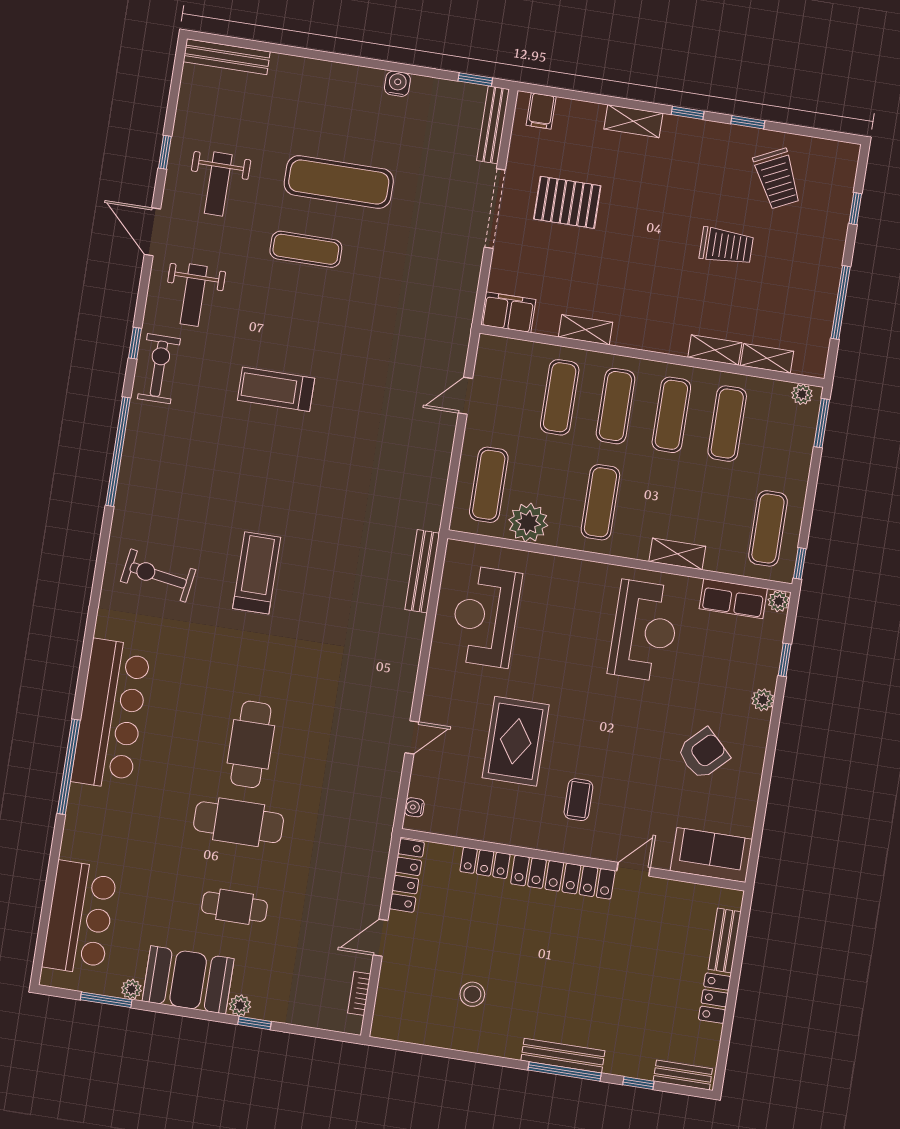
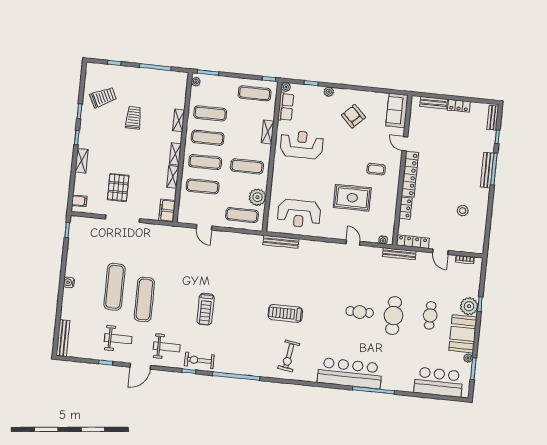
water cooler: (397, 84) -> (69, 282), moved
bench: (493, 125) -> (399, 254), moved
exercise mat: (306, 249) -> (144, 299), width x1.36, depth x1.45
shelving: (767, 358) -> (175, 154), moved
cafe table: (251, 744) -> (360, 312), width x0.73, depth x0.74
plant: (240, 1005) -> (469, 306), width x1.88, depth x1.88

